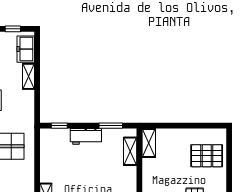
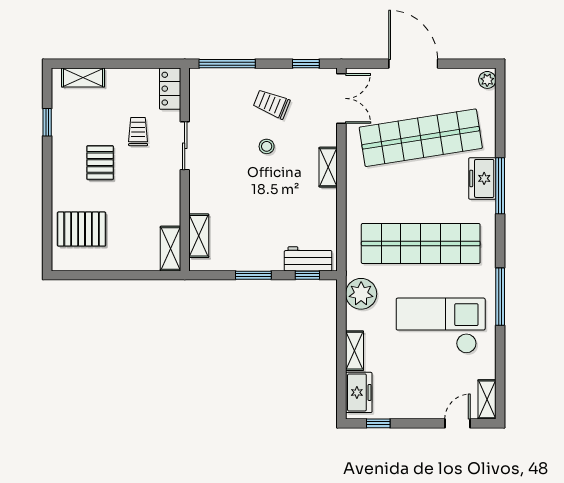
plant: (24, 113) -> (361, 294), added
window: (111, 126) -> (253, 275), moved
workbench: (86, 136) -> (308, 259), moved

